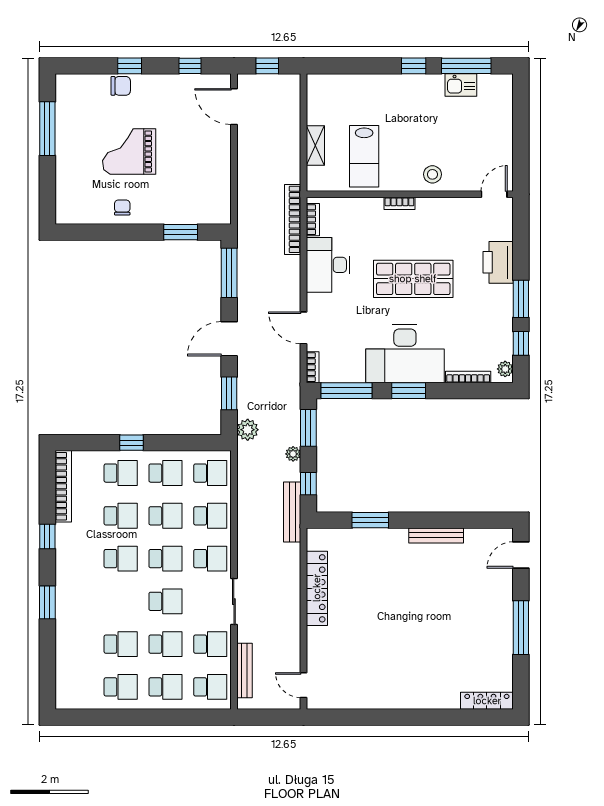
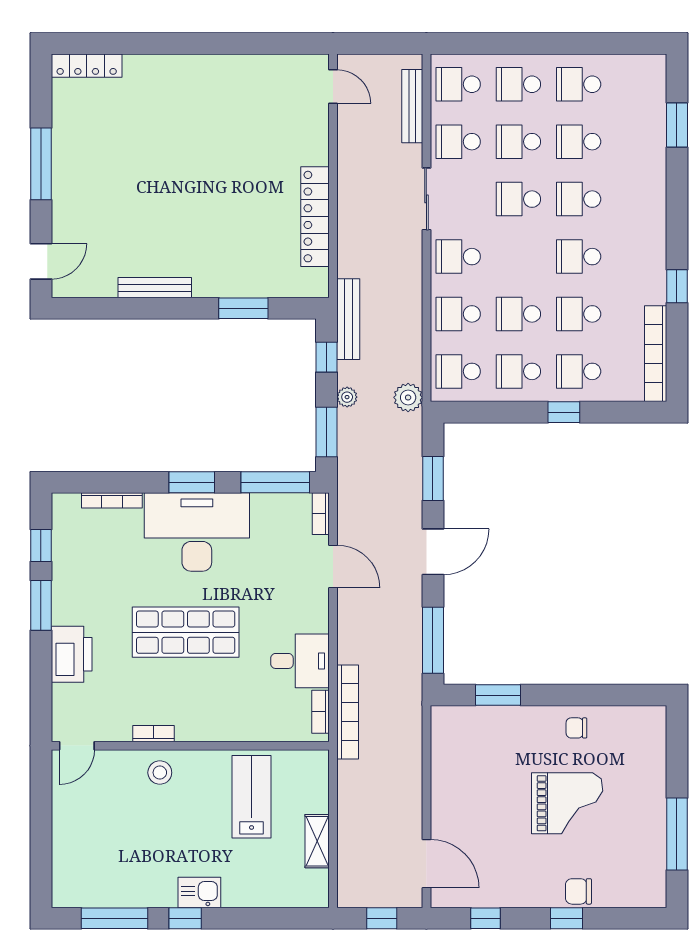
kitchen sink: (461, 85) -> (199, 893), moved
shelving: (315, 146) -> (317, 841), moved
bookcase: (399, 203) -> (153, 734), moved
chair: (122, 208) -> (576, 728), turned 90
desk: (328, 265) -> (300, 661), width x0.73
plant: (505, 369) -> (62, 511), removed
plant: (248, 430) -> (408, 397), moved
school desk: (165, 559) -> (579, 199), moved
window: (47, 602) -> (677, 125), moved

